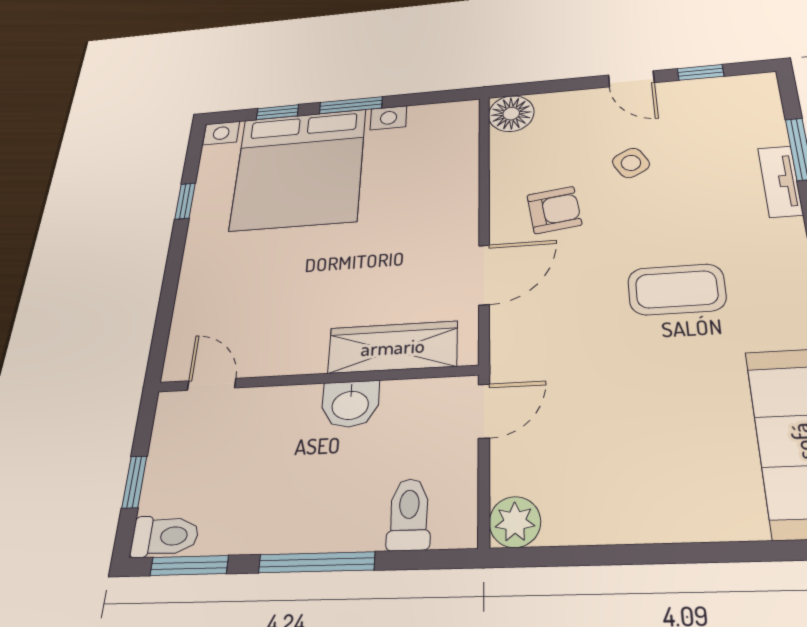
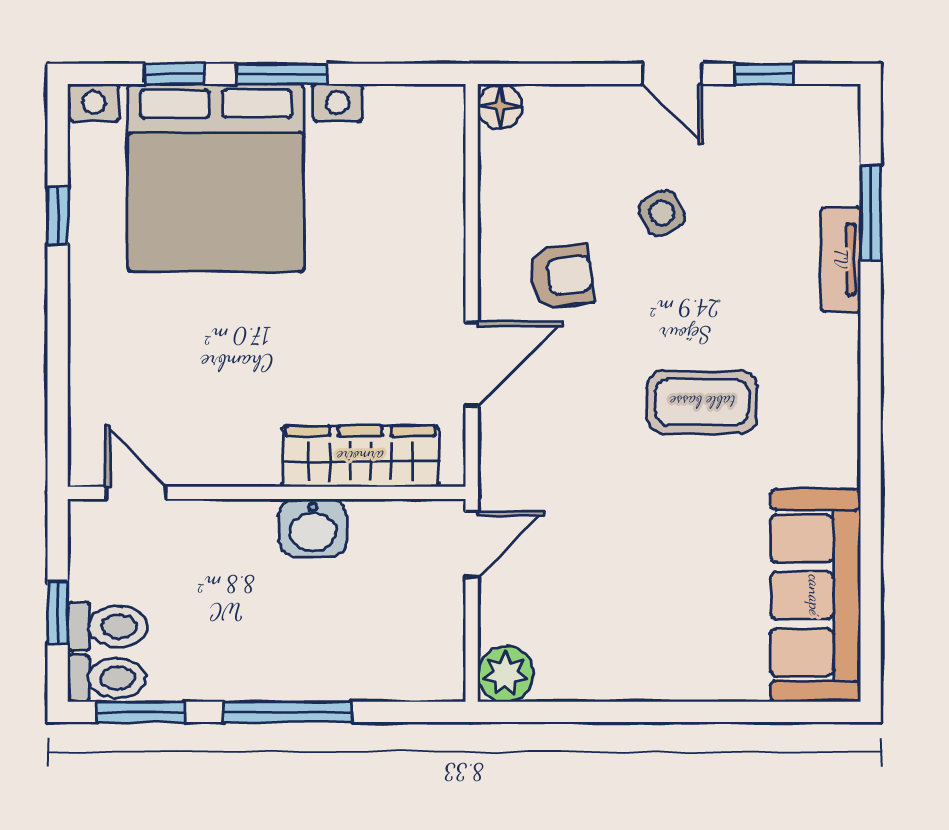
floor lamp: (511, 114) -> (500, 106), width x0.73, depth x0.73
toilet: (409, 514) -> (108, 626), moved, turned 90

